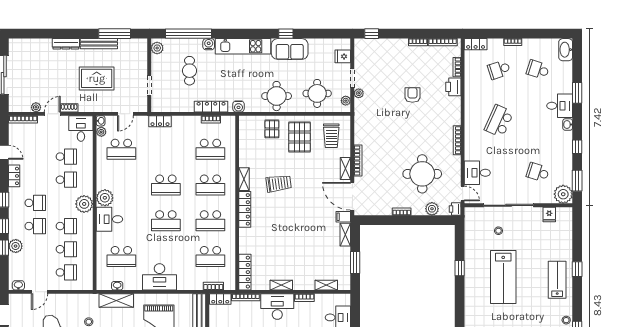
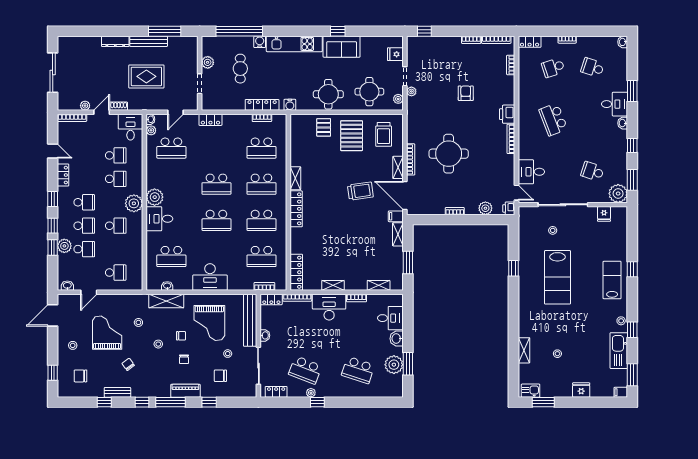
plant: (157, 48) -> (208, 62), moved
washbasin: (566, 50) -> (623, 42), width x0.52, depth x0.69
printer: (453, 87) -> (507, 114), moved
school desk: (499, 121) -> (553, 119), turned -45
round table: (422, 174) -> (449, 154), moved
trolley: (279, 183) -> (360, 191), moved
school desk: (66, 249) -> (84, 249), moved

